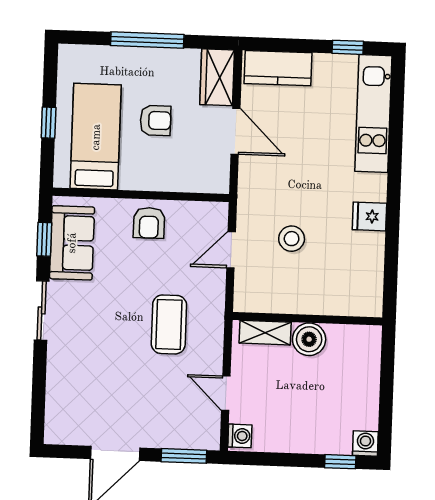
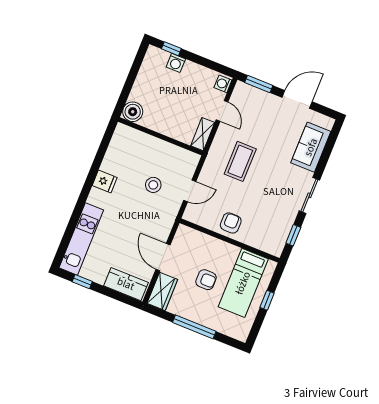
armchair: (155, 120) -> (206, 280), turned 180
sofa: (72, 243) -> (311, 147), moved
shelving: (265, 333) -> (203, 134), moved, turned 90
boiler: (309, 339) -> (133, 112), moved
washing machine: (365, 443) -> (176, 63), moved

